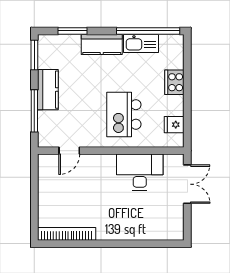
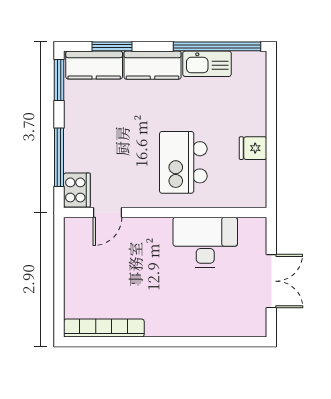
cooker: (174, 82) -> (77, 190), moved, turned 180
kitchen counter: (48, 90) -> (94, 65), moved, turned 90
fridge: (174, 125) -> (253, 148), moved
double door: (187, 184) -> (271, 281), moved

